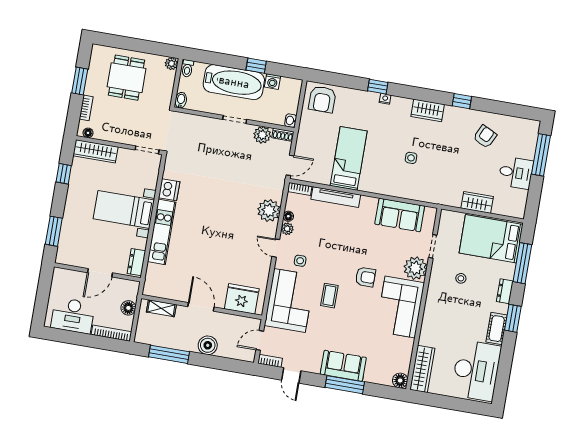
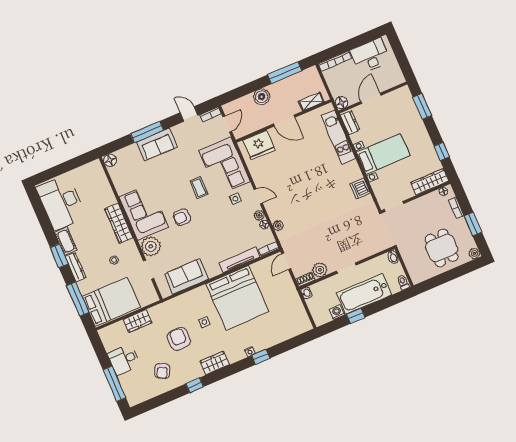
plant: (171, 64) -> (474, 253), moved
armchair: (322, 99) -> (179, 339), moved
bed: (349, 158) -> (237, 298), width x2.04
plant: (269, 210) -> (278, 226), width x0.53, depth x0.53
kitchen unit: (162, 232) -> (338, 137), moved
dresser: (505, 291) -> (76, 267), width x1.44
floor lamp: (128, 308) -> (342, 103), moved
wardrobe: (422, 369) -> (119, 223), moved

